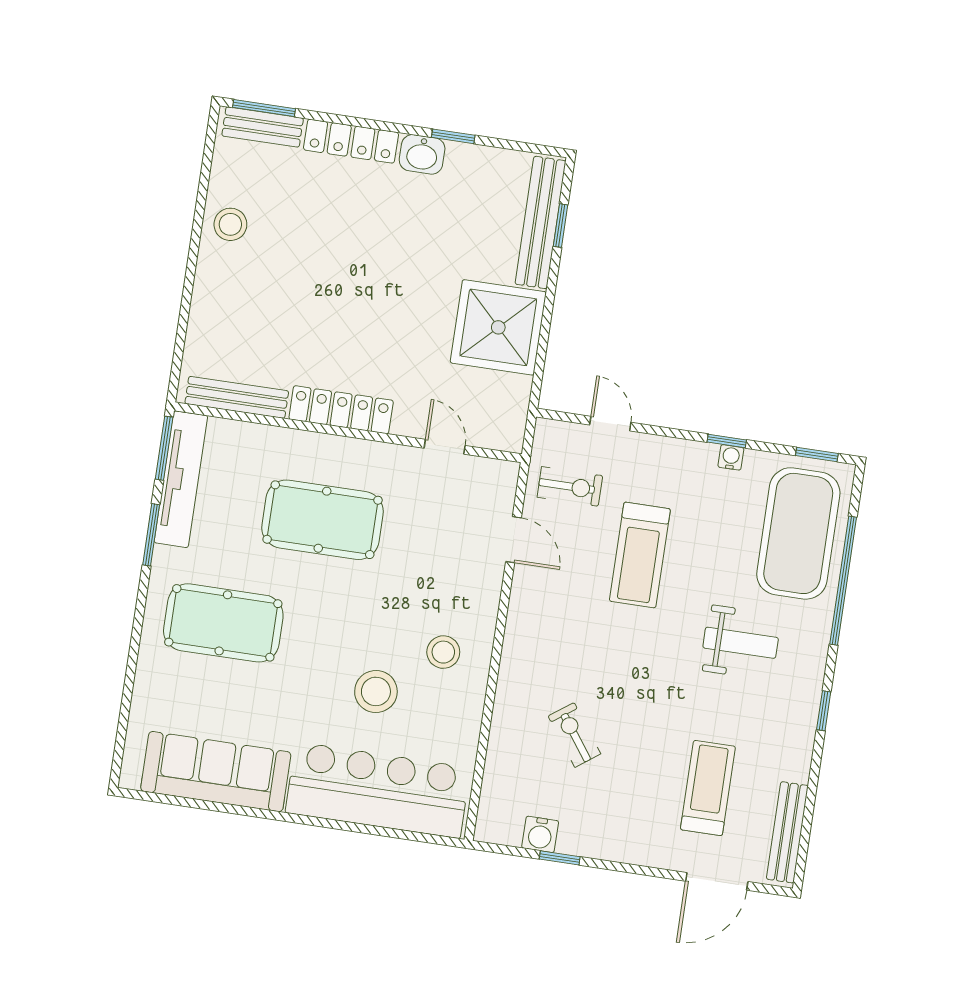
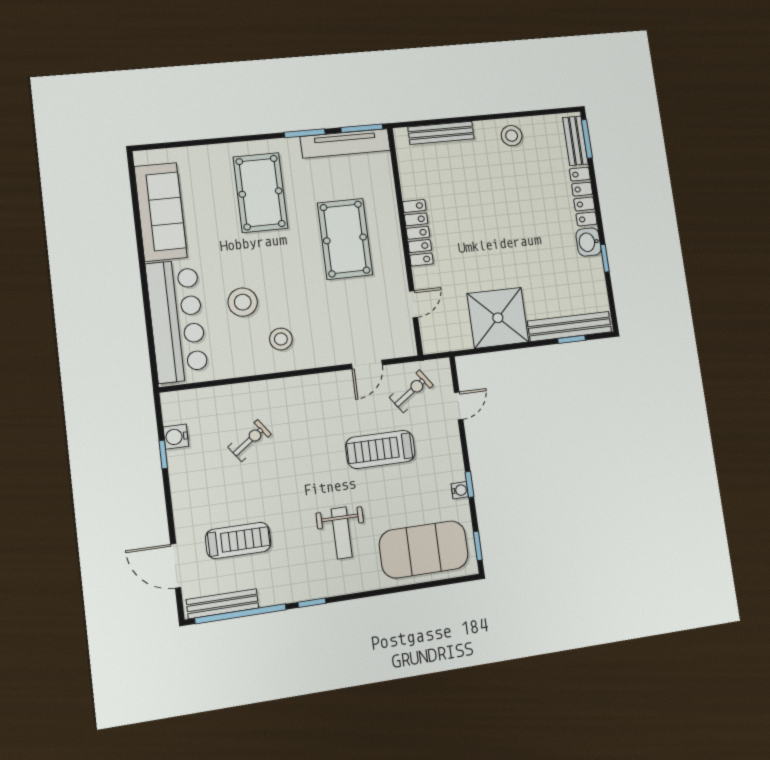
bench: (237, 397) -> (441, 133), moved, turned 90
exercise bike: (570, 486) -> (411, 391), turned -125
window: (843, 581) -> (241, 614), moved

